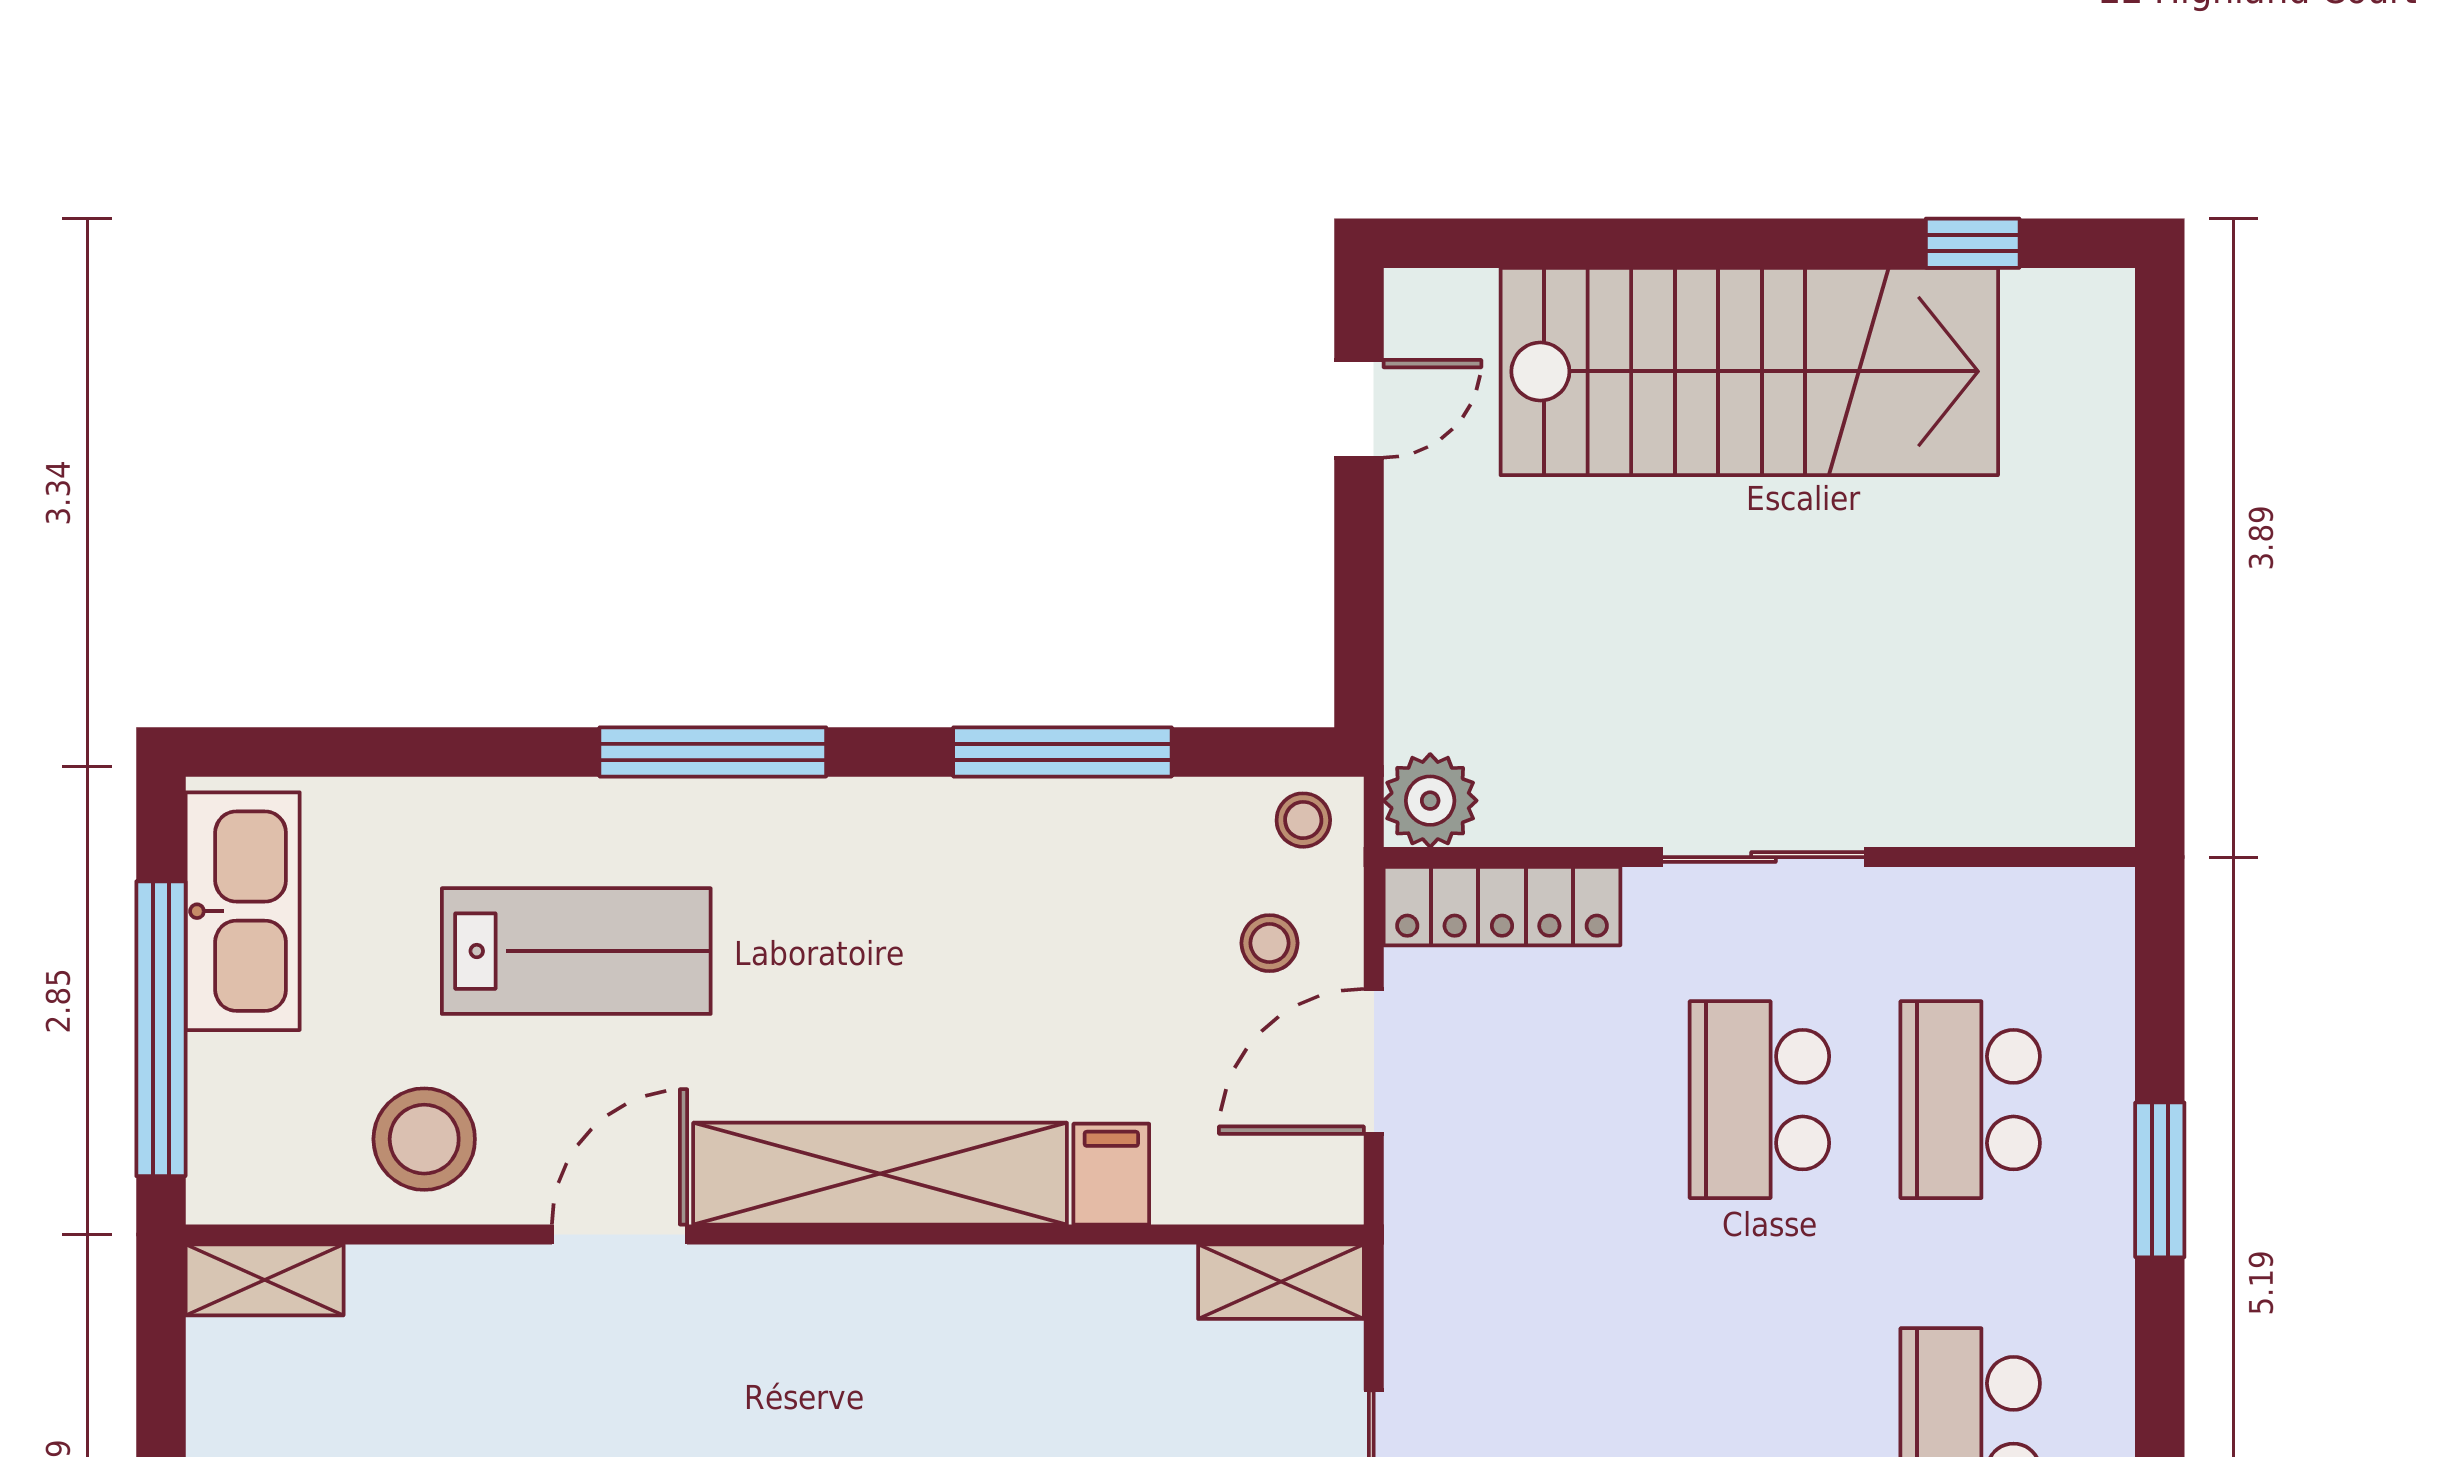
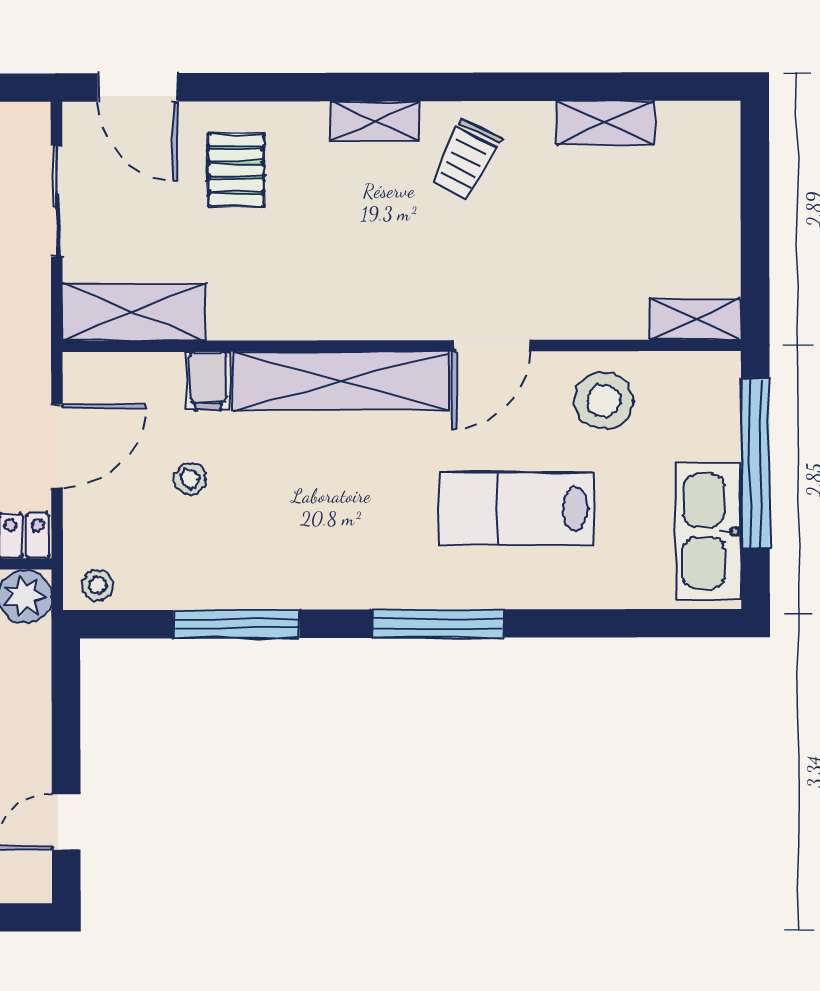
stool: (1270, 943) -> (190, 479), moved
shelving: (1281, 1282) -> (134, 312), width x1.50, depth x1.33

